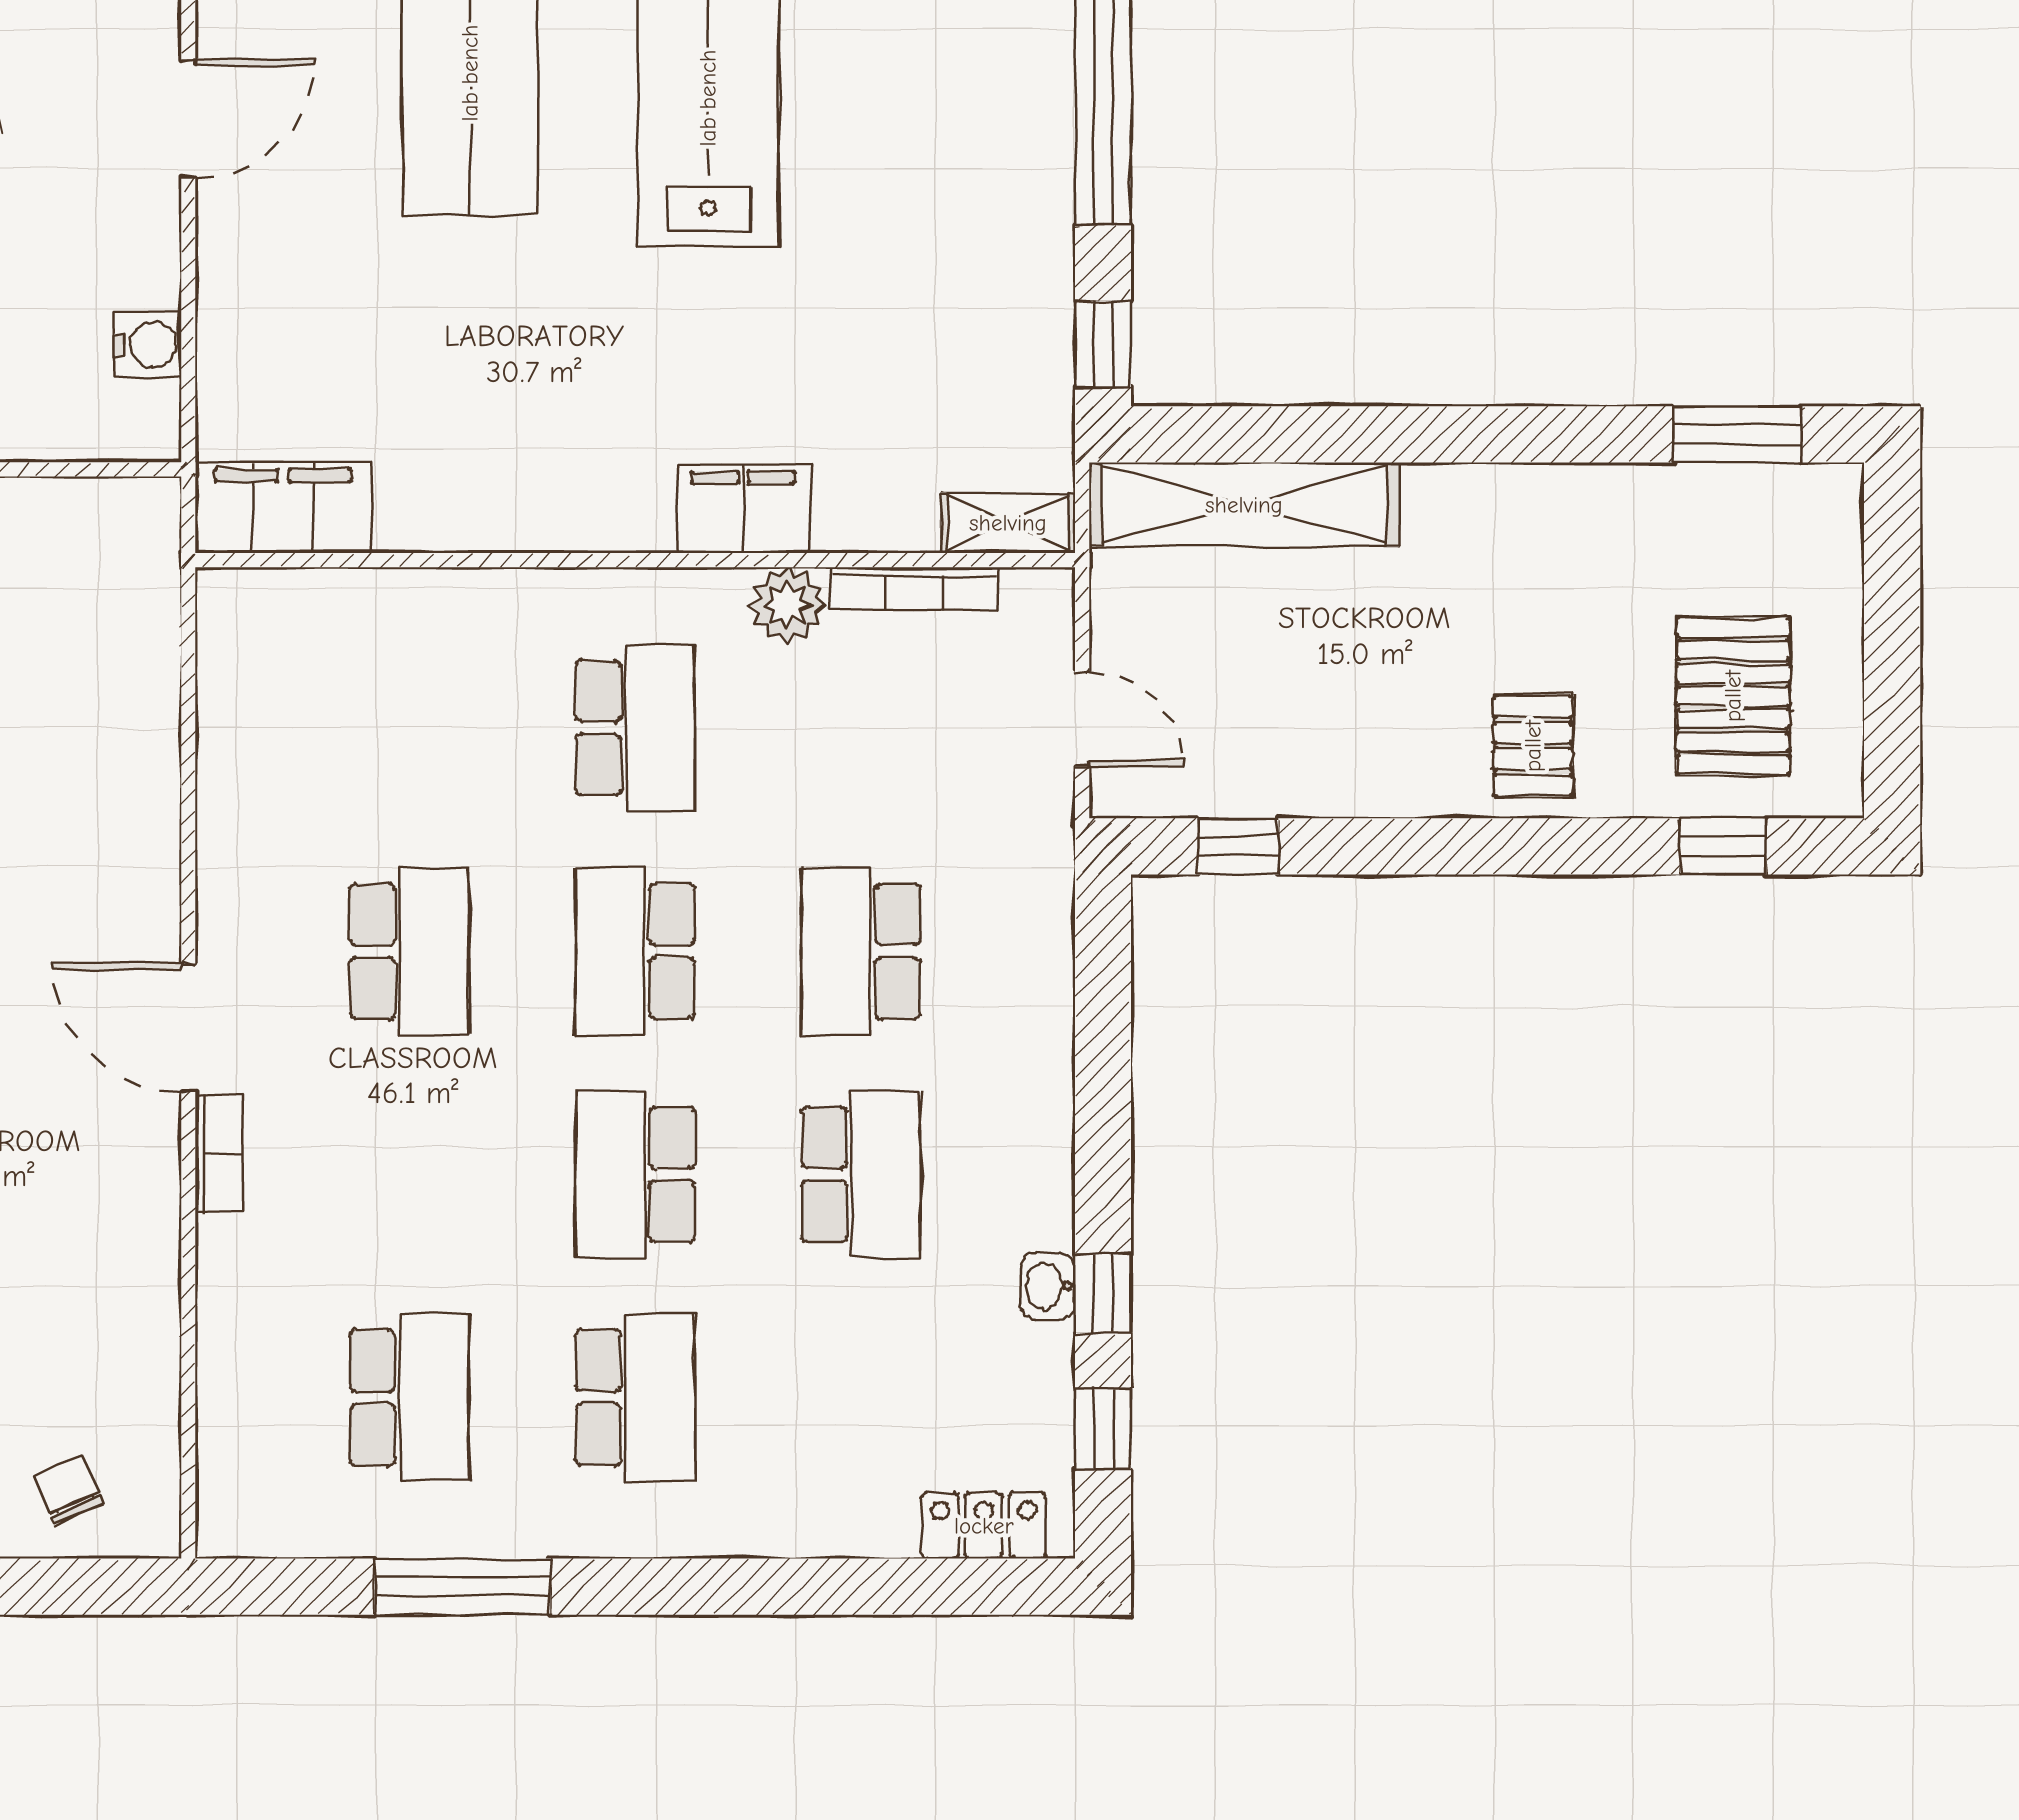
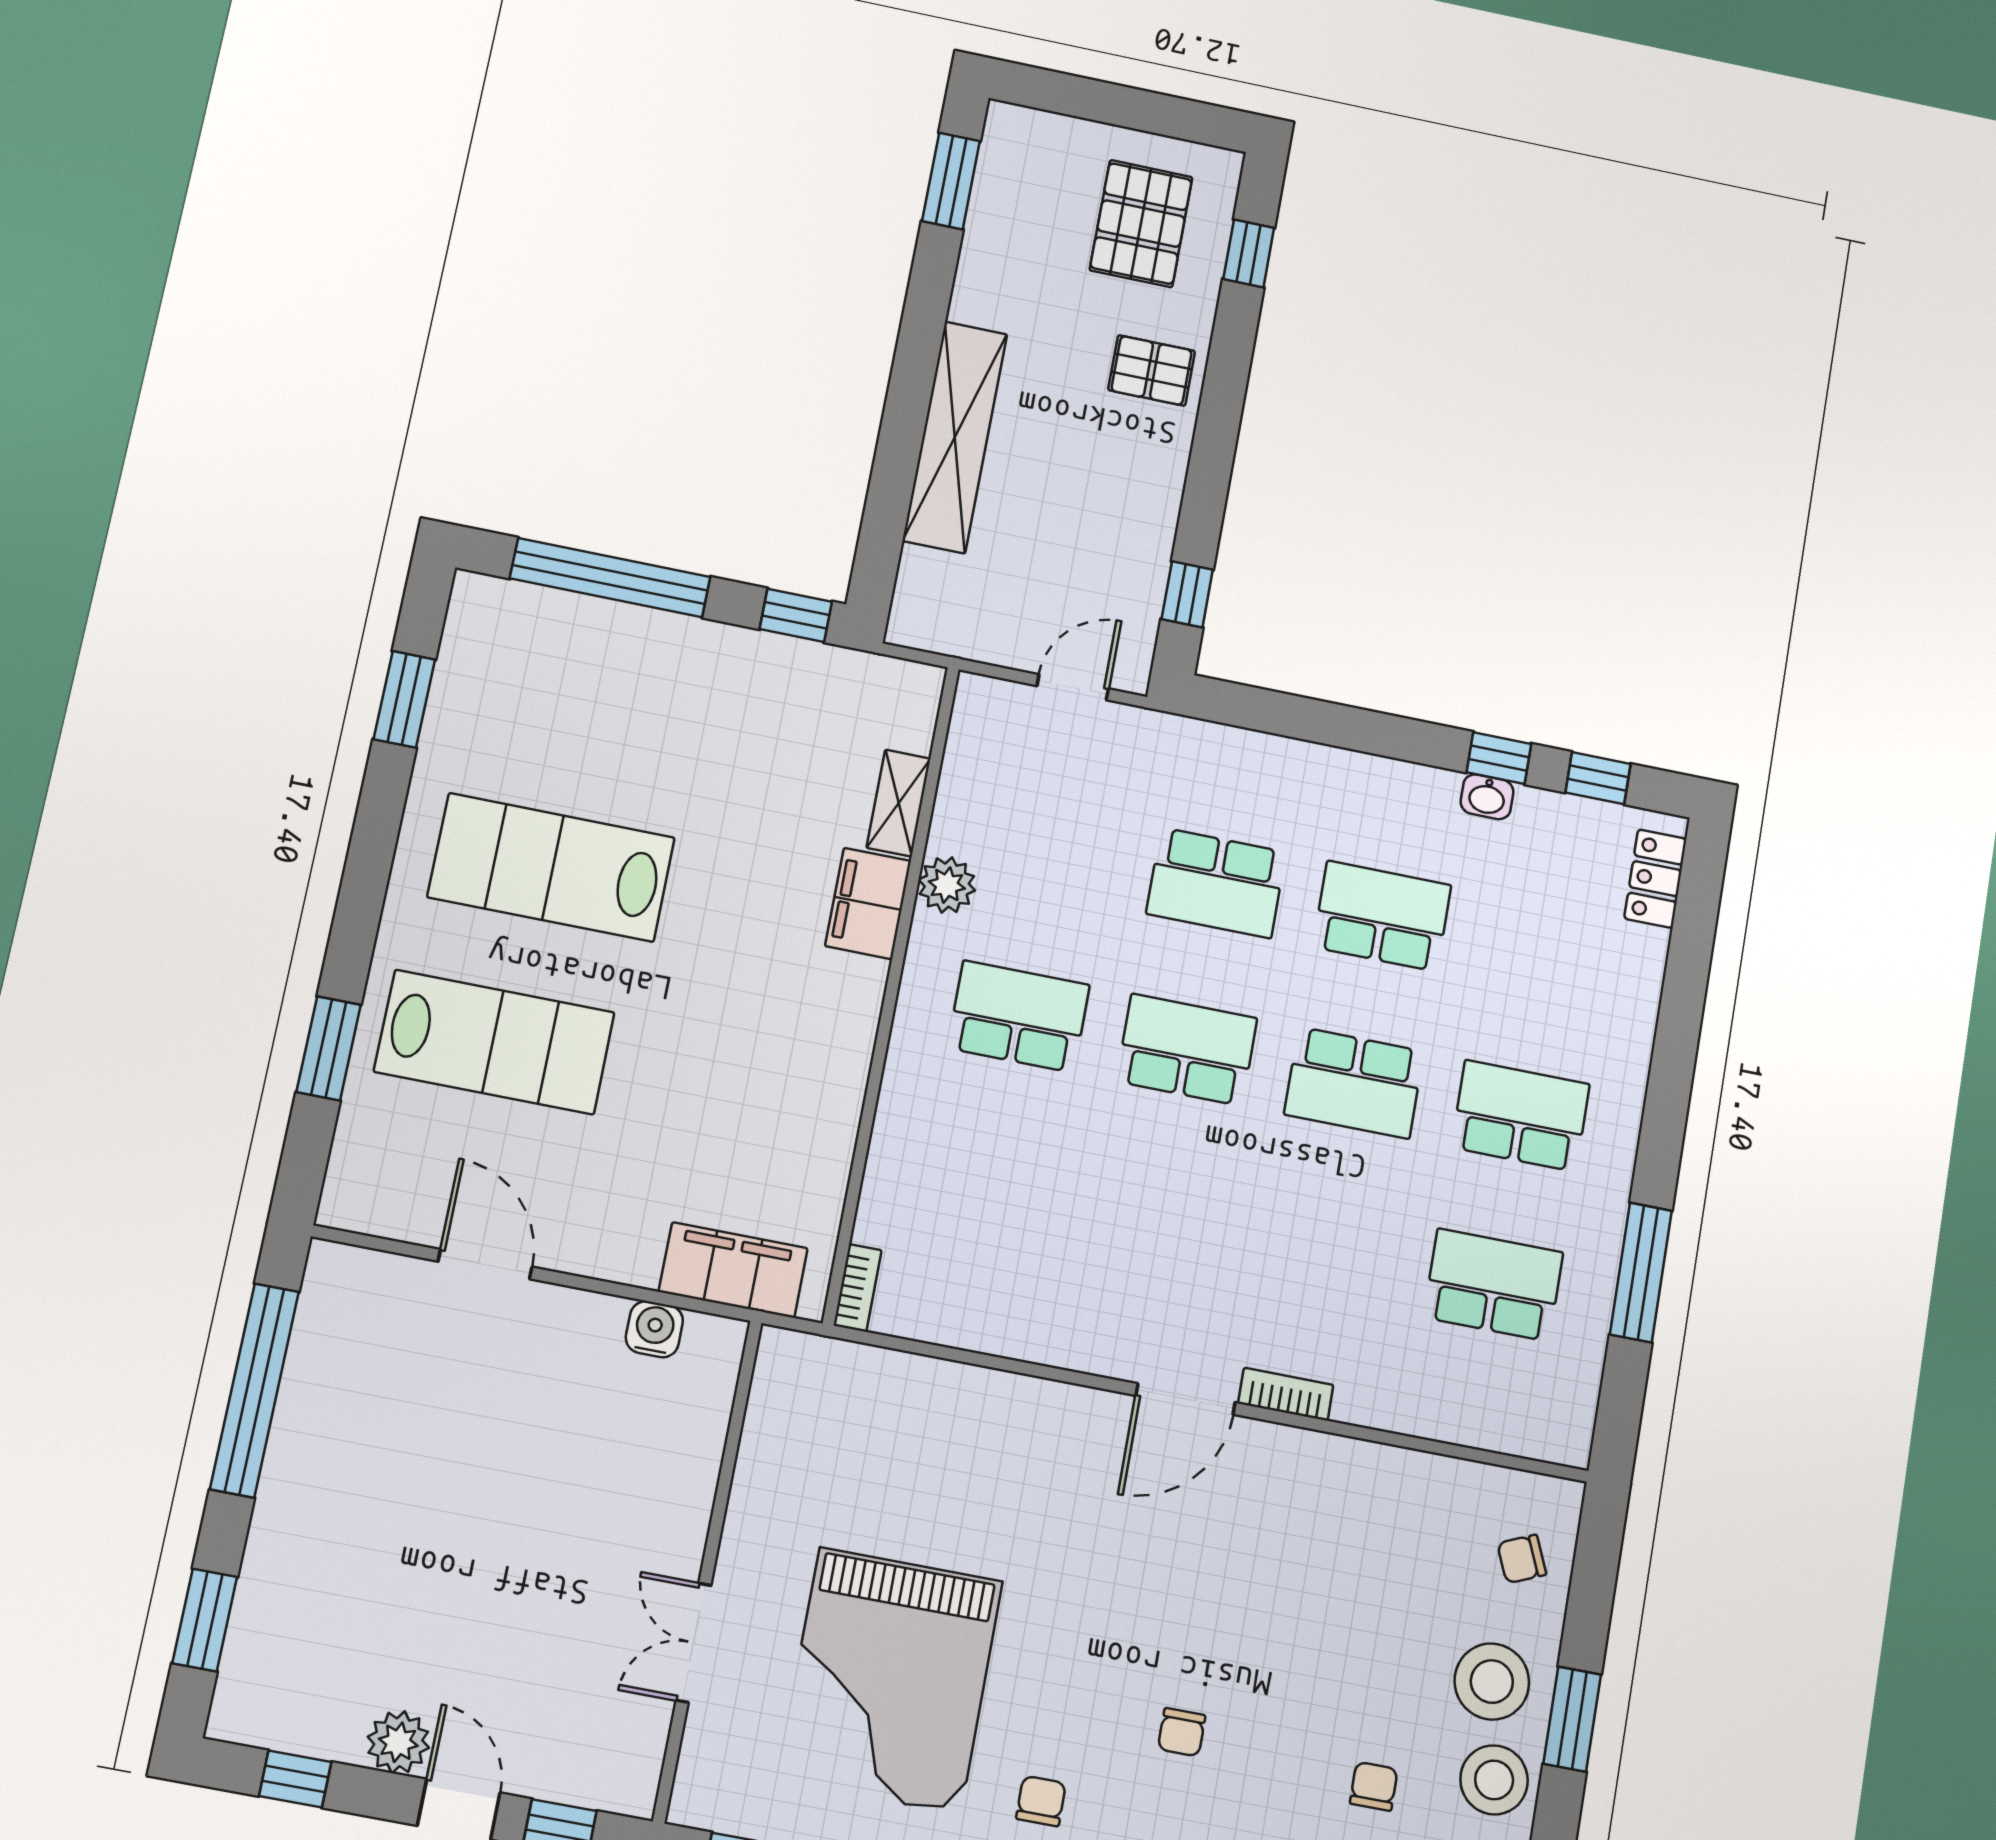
shelving: (1244, 505) -> (955, 437), moved
filing cabinet: (283, 508) -> (733, 1270), moved, turned 90
shelving: (1008, 523) -> (899, 803), moved
bookcase: (914, 588) -> (858, 1288), moved, width x0.64
pallet: (1733, 696) -> (1141, 224), turned 90
school desk: (409, 951) -> (1157, 1219), removed
school desk: (635, 951) -> (1187, 1050), turned 180

